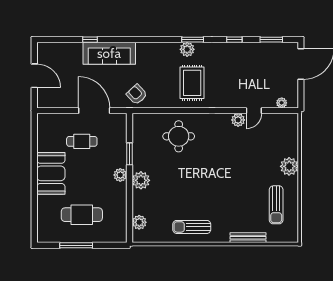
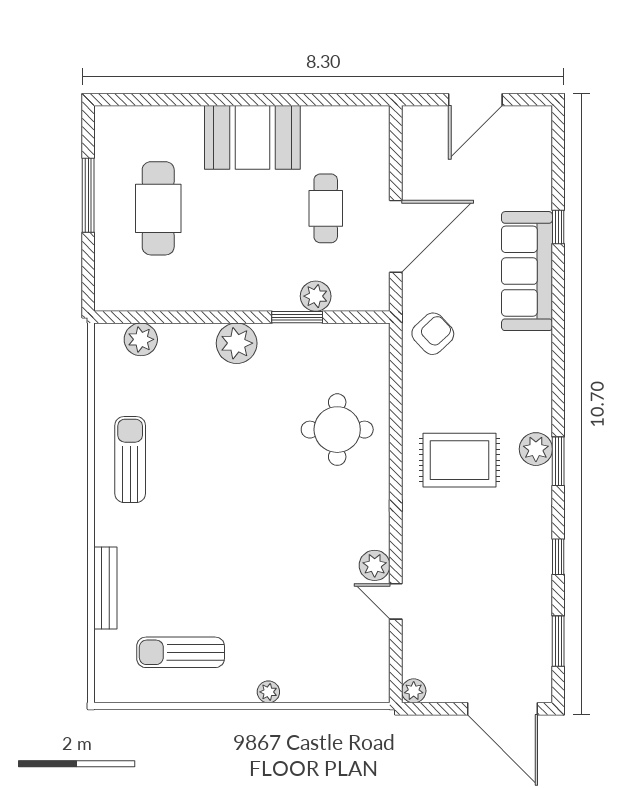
plant: (282, 103) -> (414, 691), moved
plant: (289, 166) -> (268, 692), width x0.53, depth x0.53
plant: (120, 175) -> (316, 296), moved

